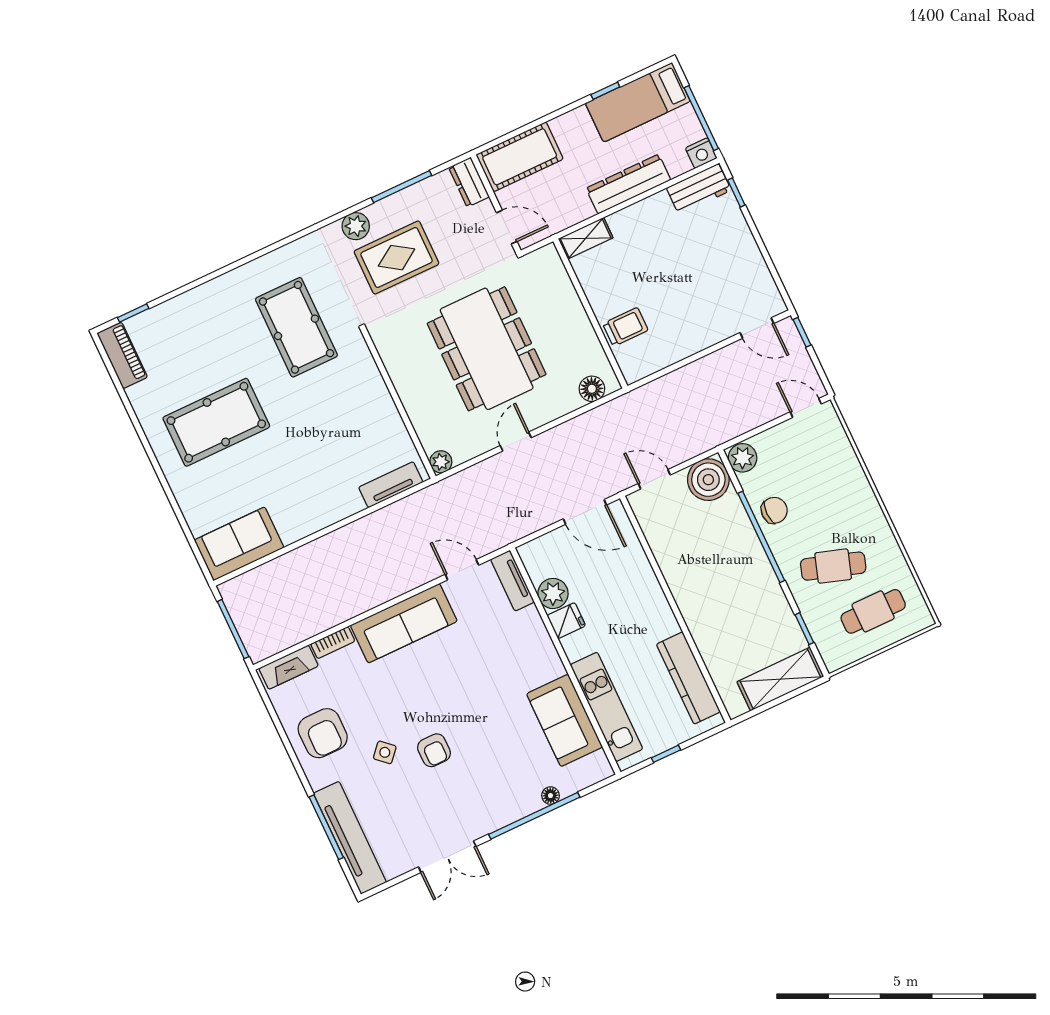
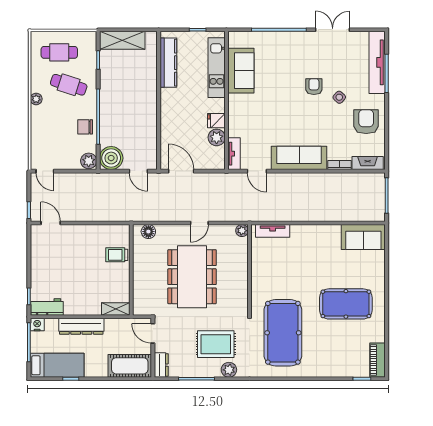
pool table: (296, 327) -> (283, 333), width x1.36, depth x1.32
plant: (875, 518) -> (36, 99), added
floor lamp: (551, 796) -> (266, 36), removed

